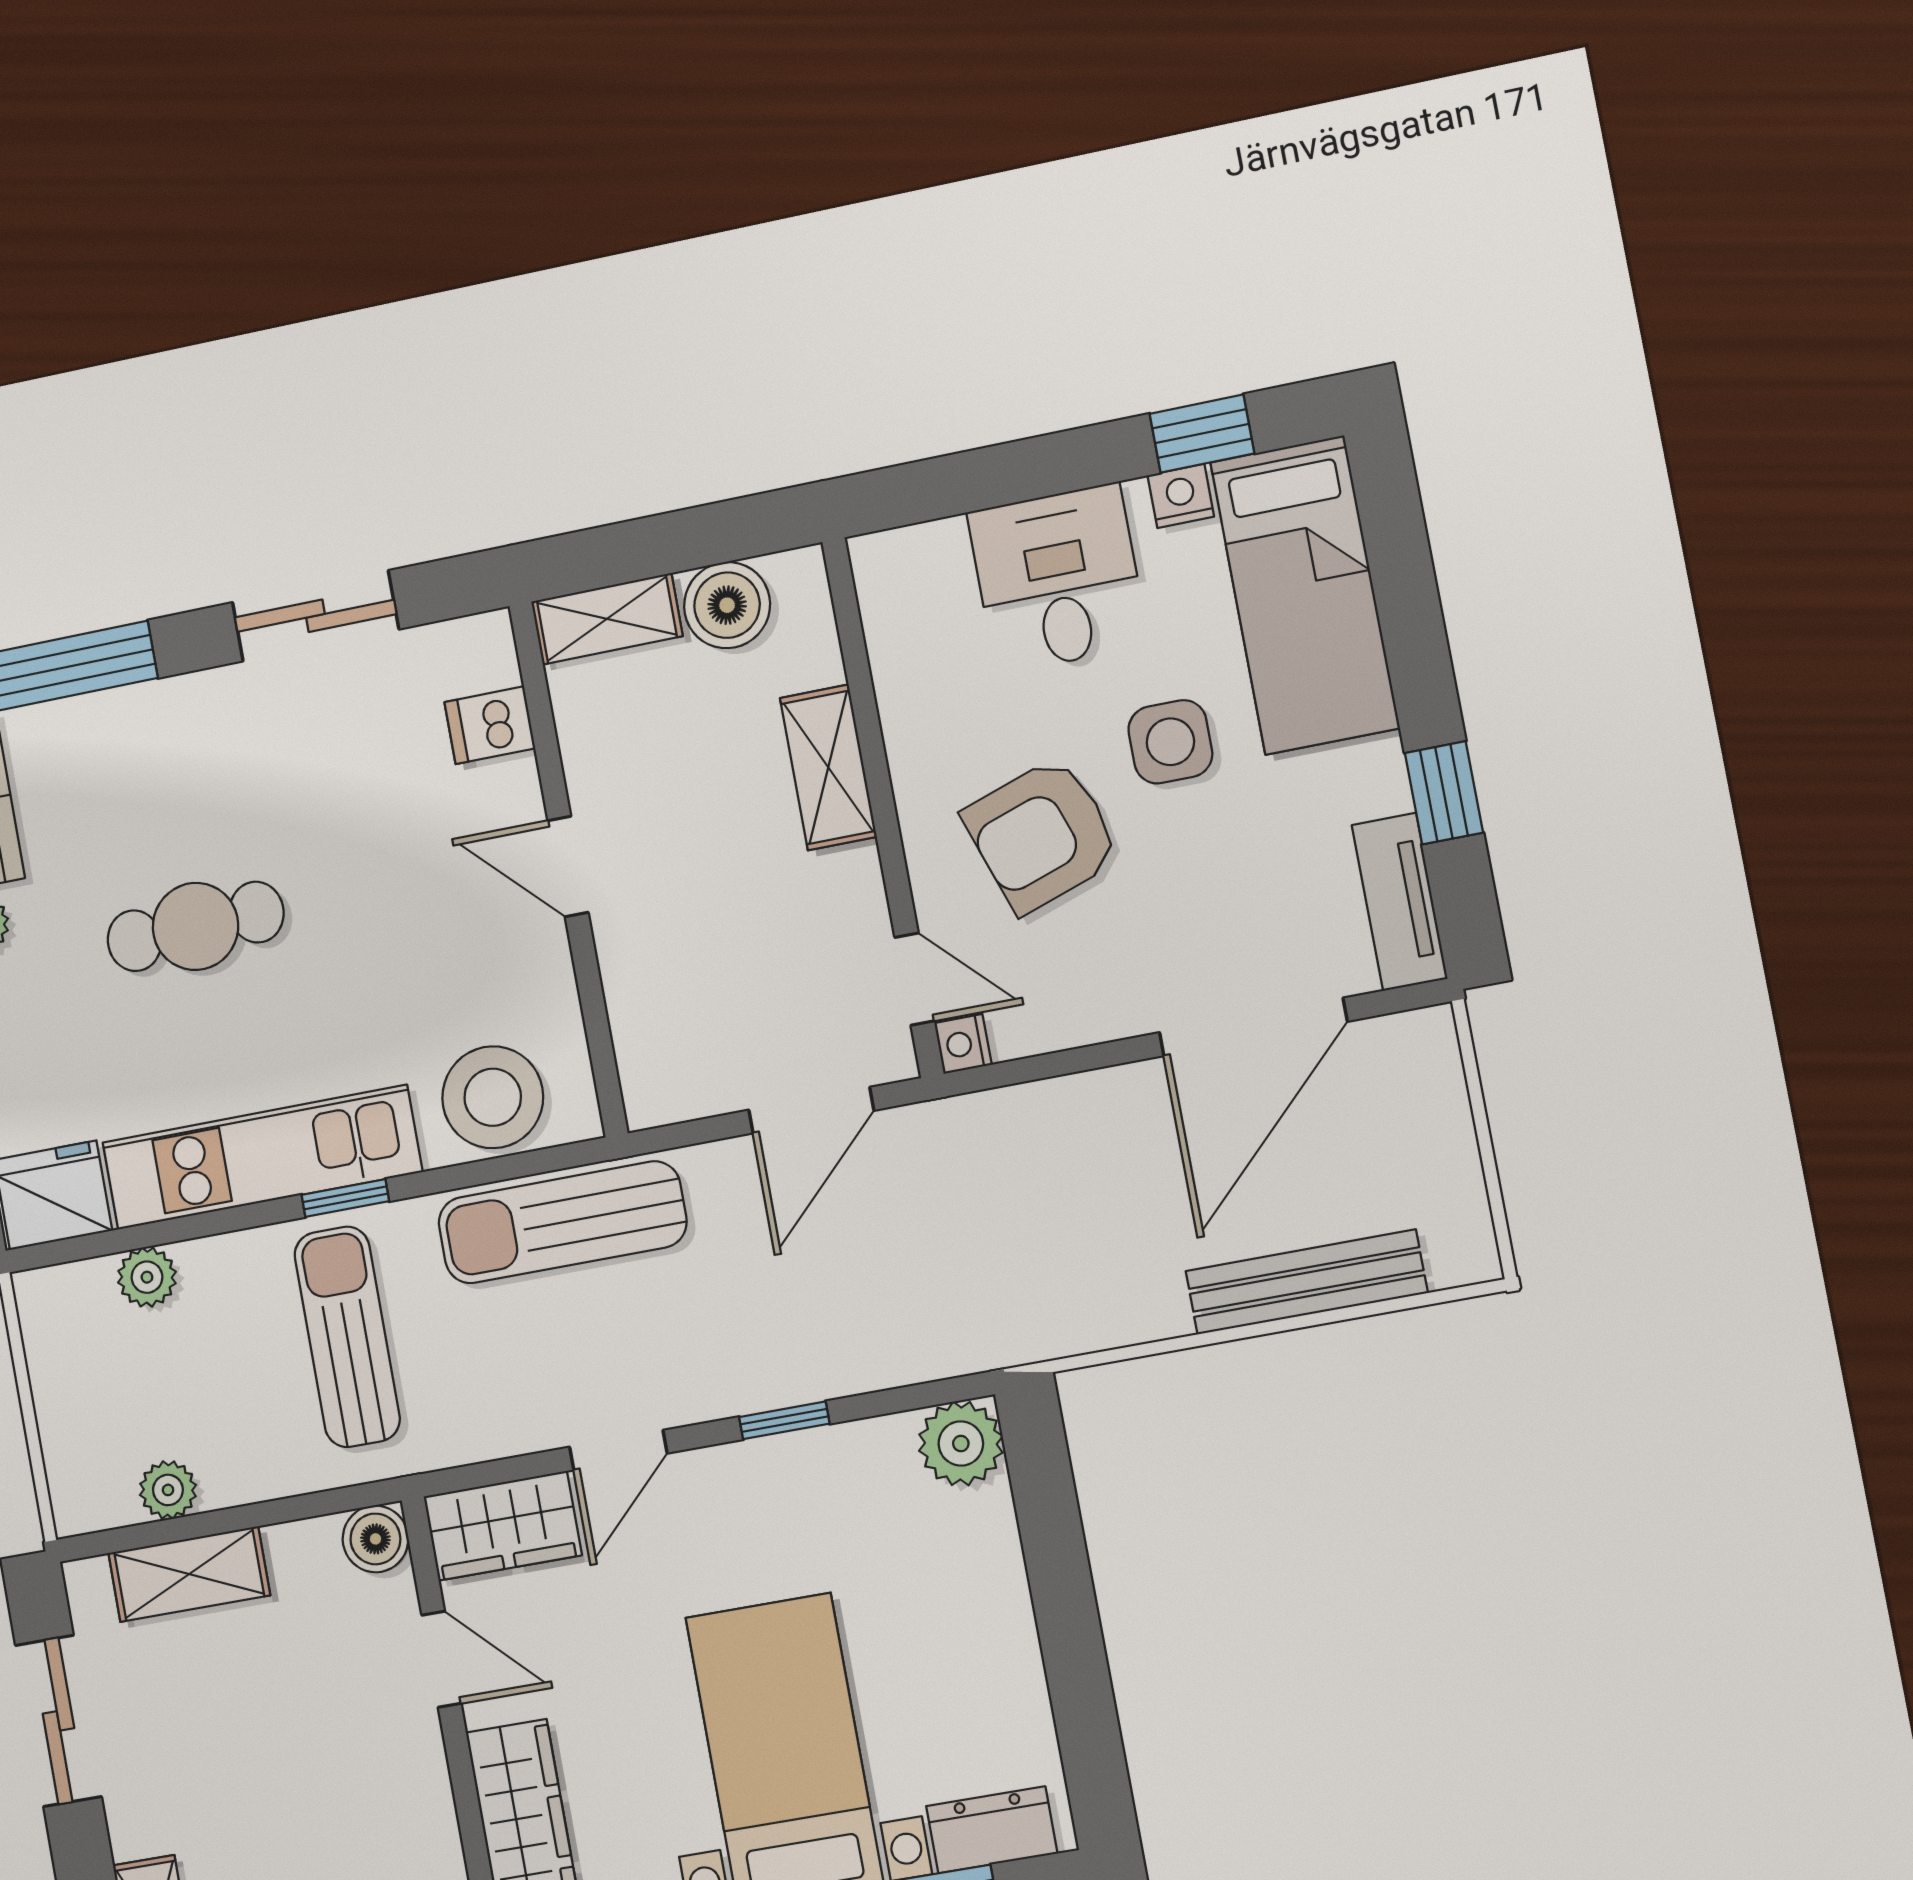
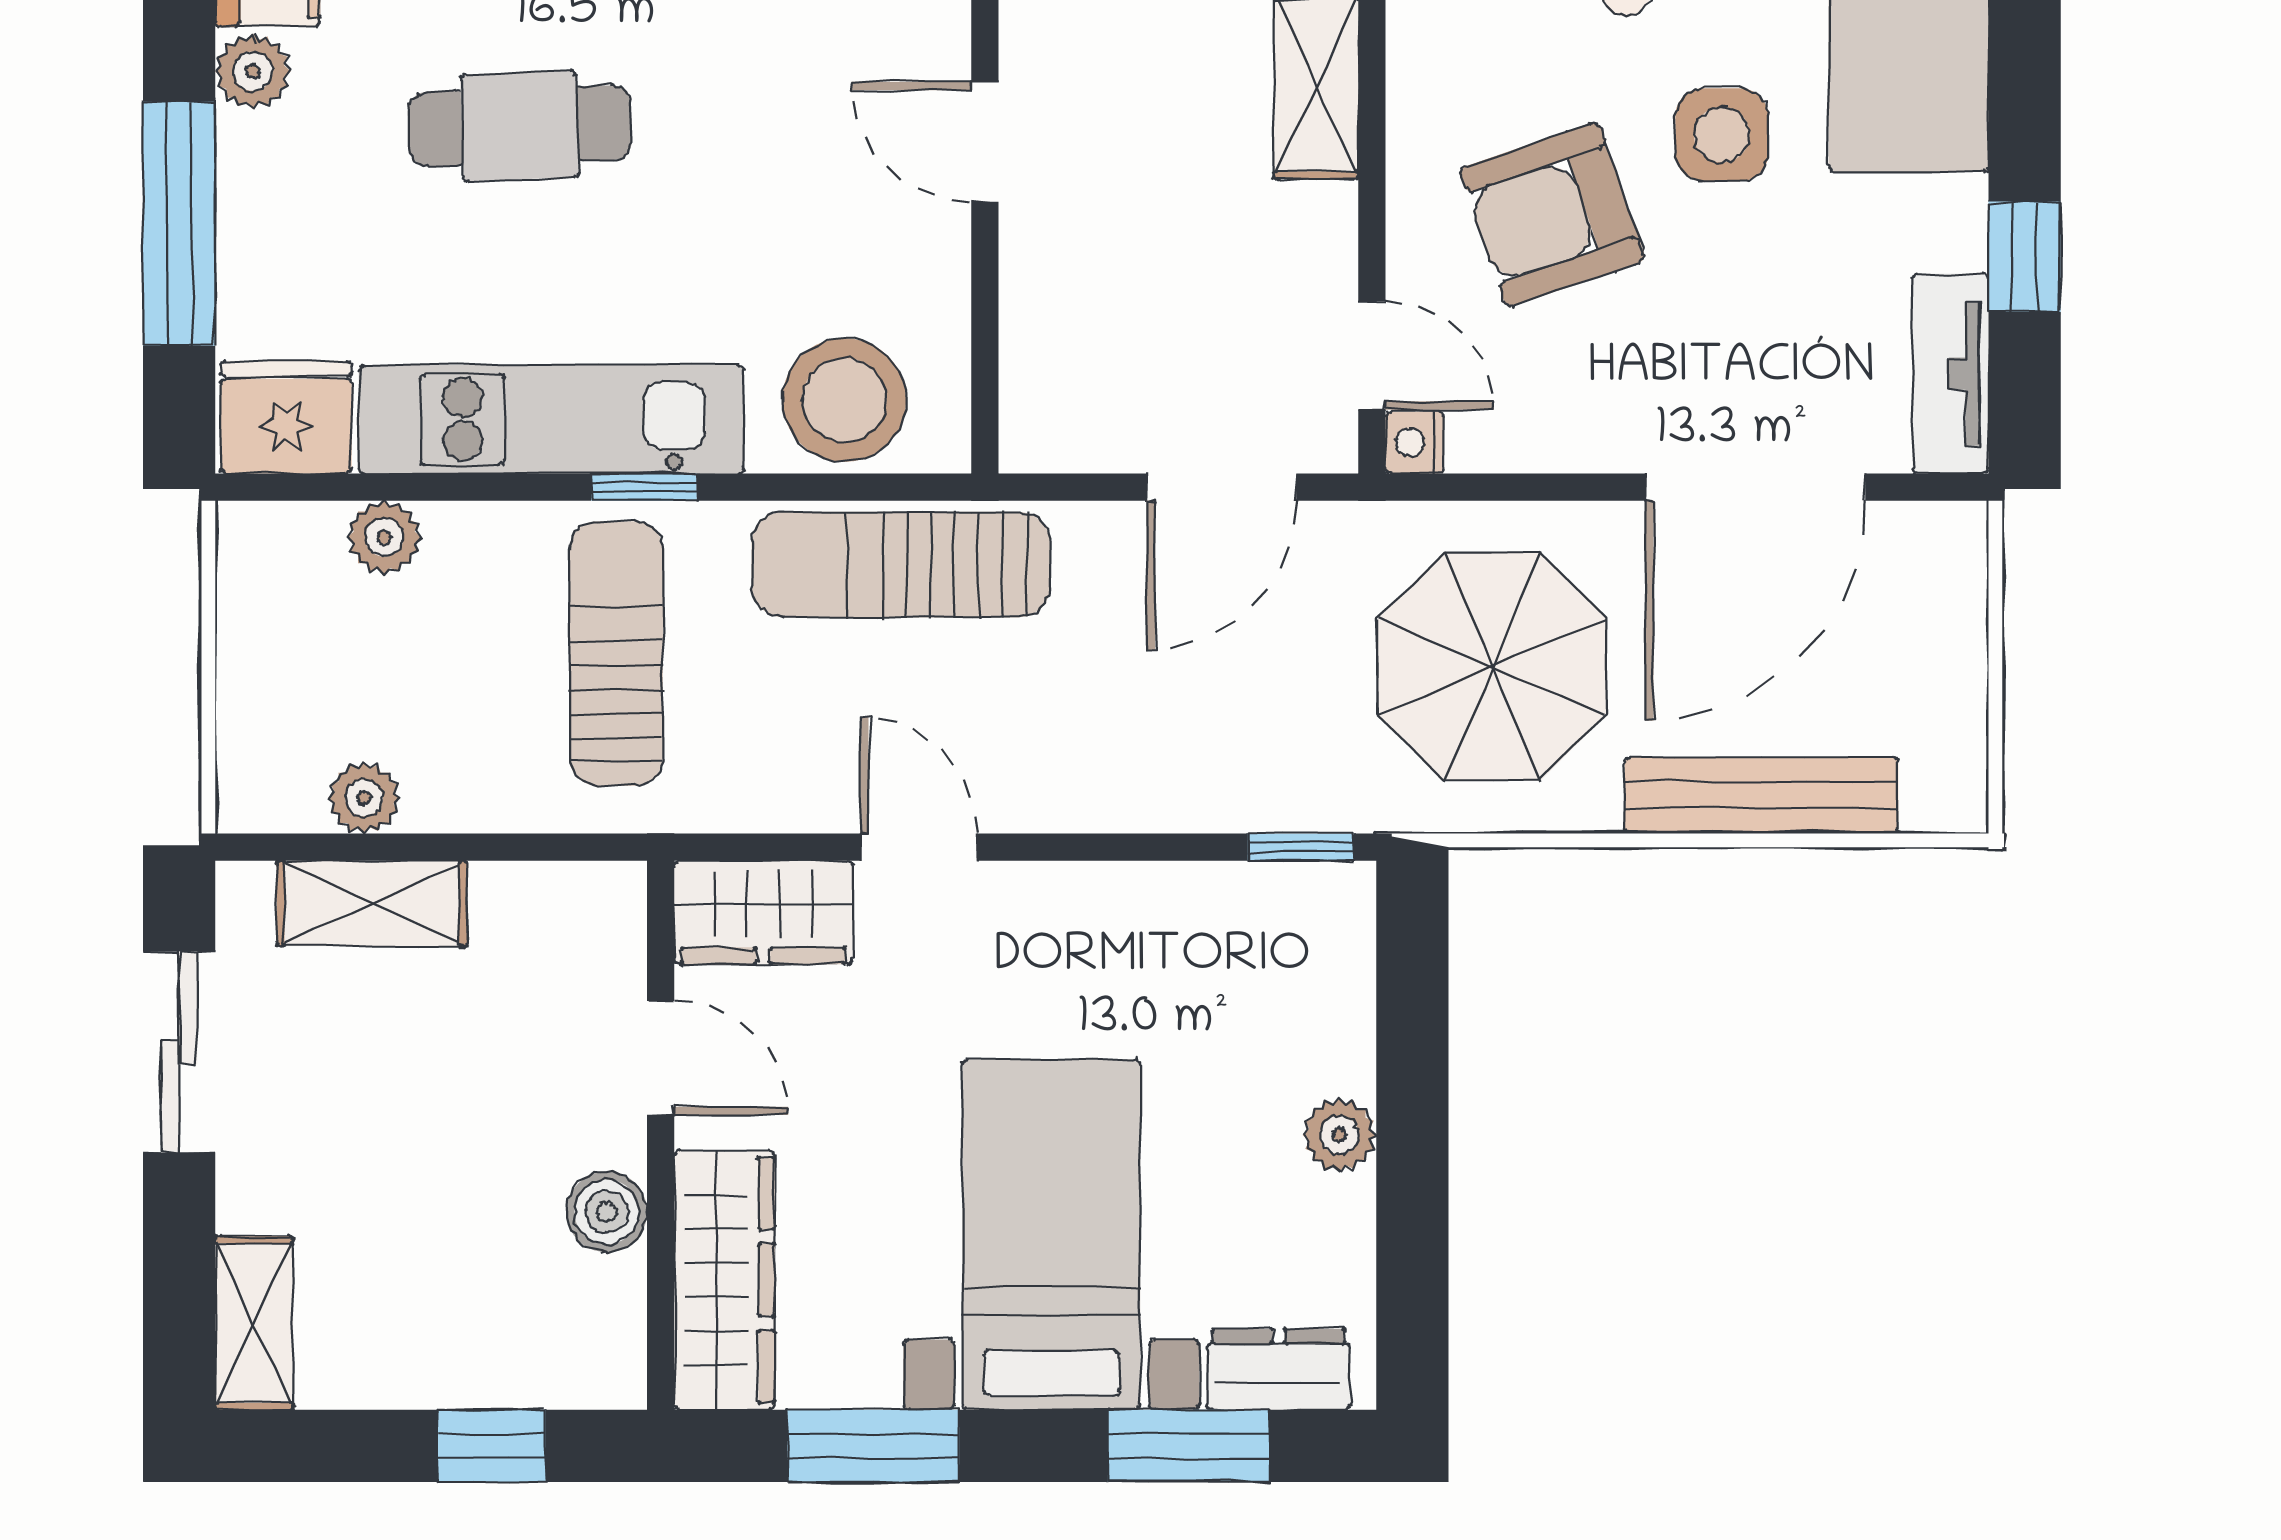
parasol: (1061, 1216) -> (1492, 667), added
window: (784, 1420) -> (1301, 847), moved
plant: (961, 1444) -> (1339, 1135), moved, width x0.73, depth x0.73
door: (618, 1450) -> (919, 847), swing flipped
boiler: (375, 1539) -> (607, 1212), moved

